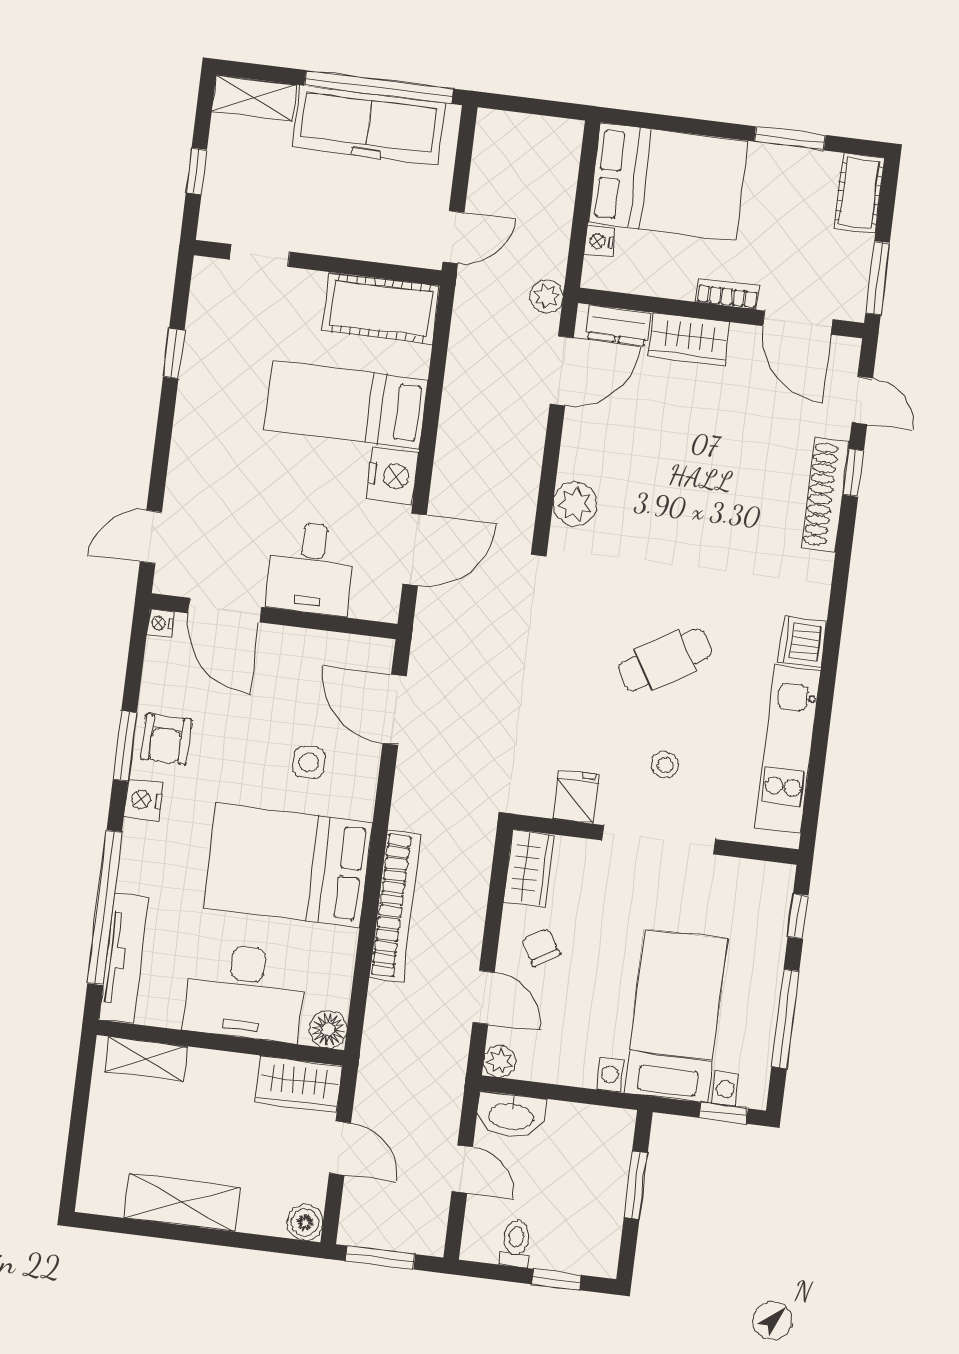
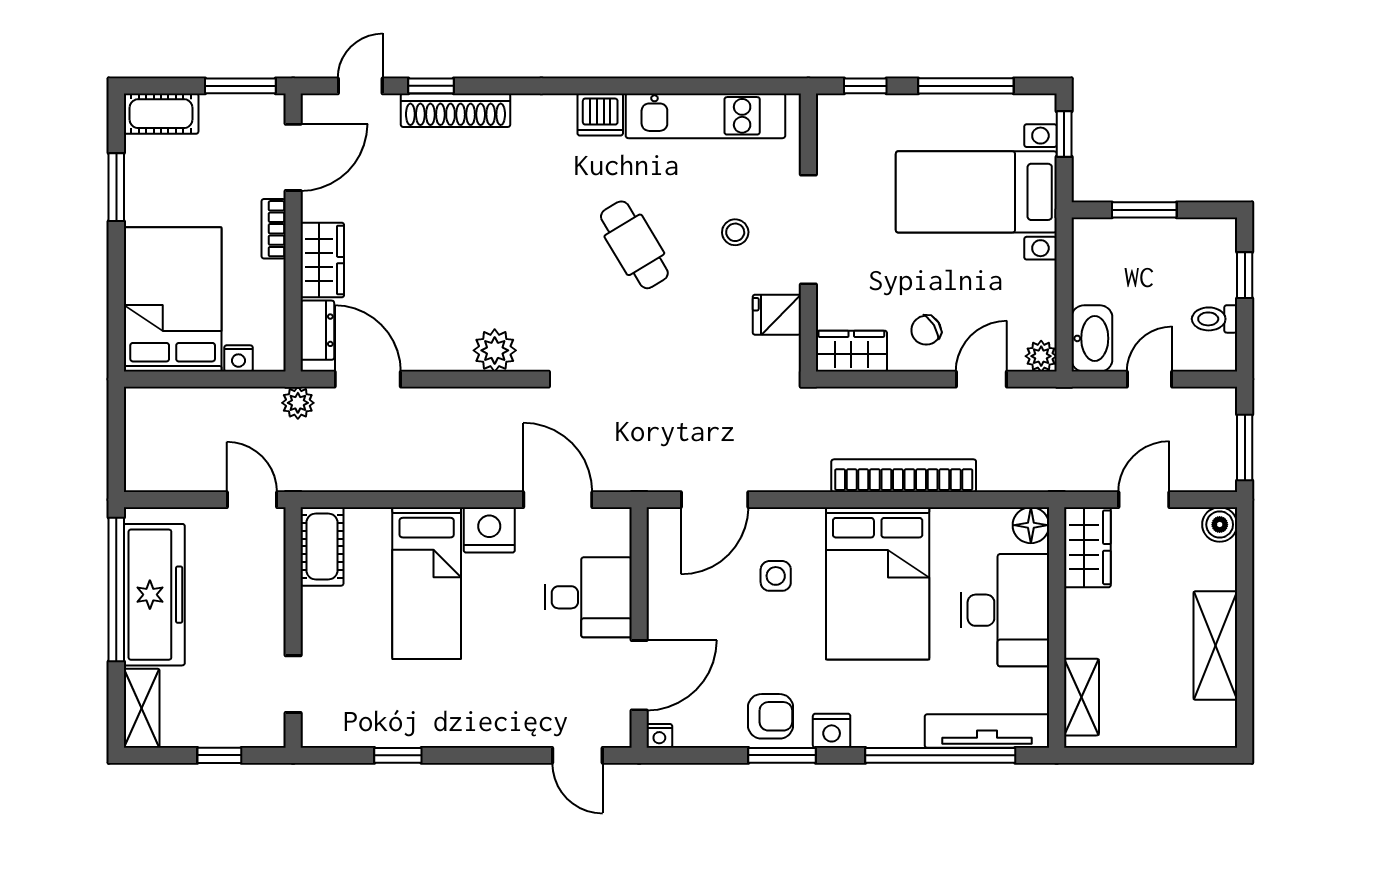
cot: (381, 308) -> (322, 546), width x0.73, depth x0.75

